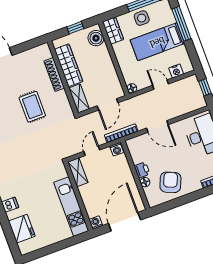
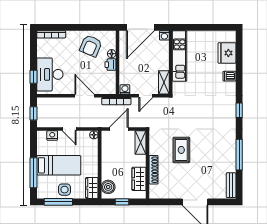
wardrobe: (69, 65) -> (139, 179), width x0.67

